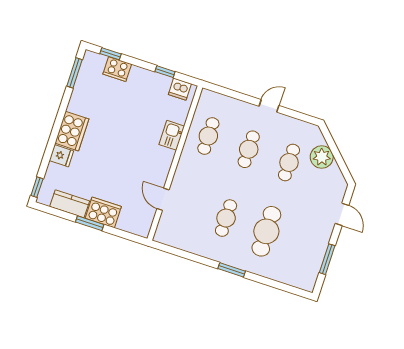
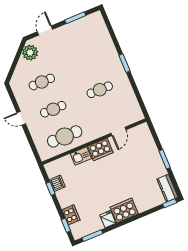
dishwasher: (180, 89) -> (57, 183), moved
cafe table: (208, 136) -> (65, 136), width x1.37, depth x1.35
fridge: (61, 156) -> (108, 219), moved
plant: (322, 157) -> (30, 53), moved
kitchen counter: (70, 204) -> (168, 188), moved
cooker: (103, 212) -> (100, 149), moved, turned -90
cafe table: (266, 231) -> (88, 62), removed

